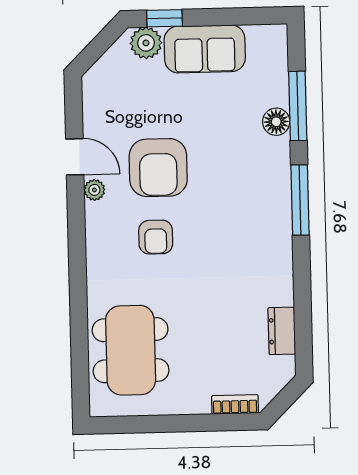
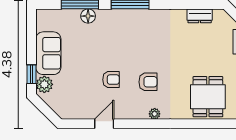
armchair: (158, 168) -> (111, 80), width x0.53, depth x0.53
plant: (94, 190) -> (155, 114), moved
dining table: (131, 350) -> (208, 97), width x0.73

